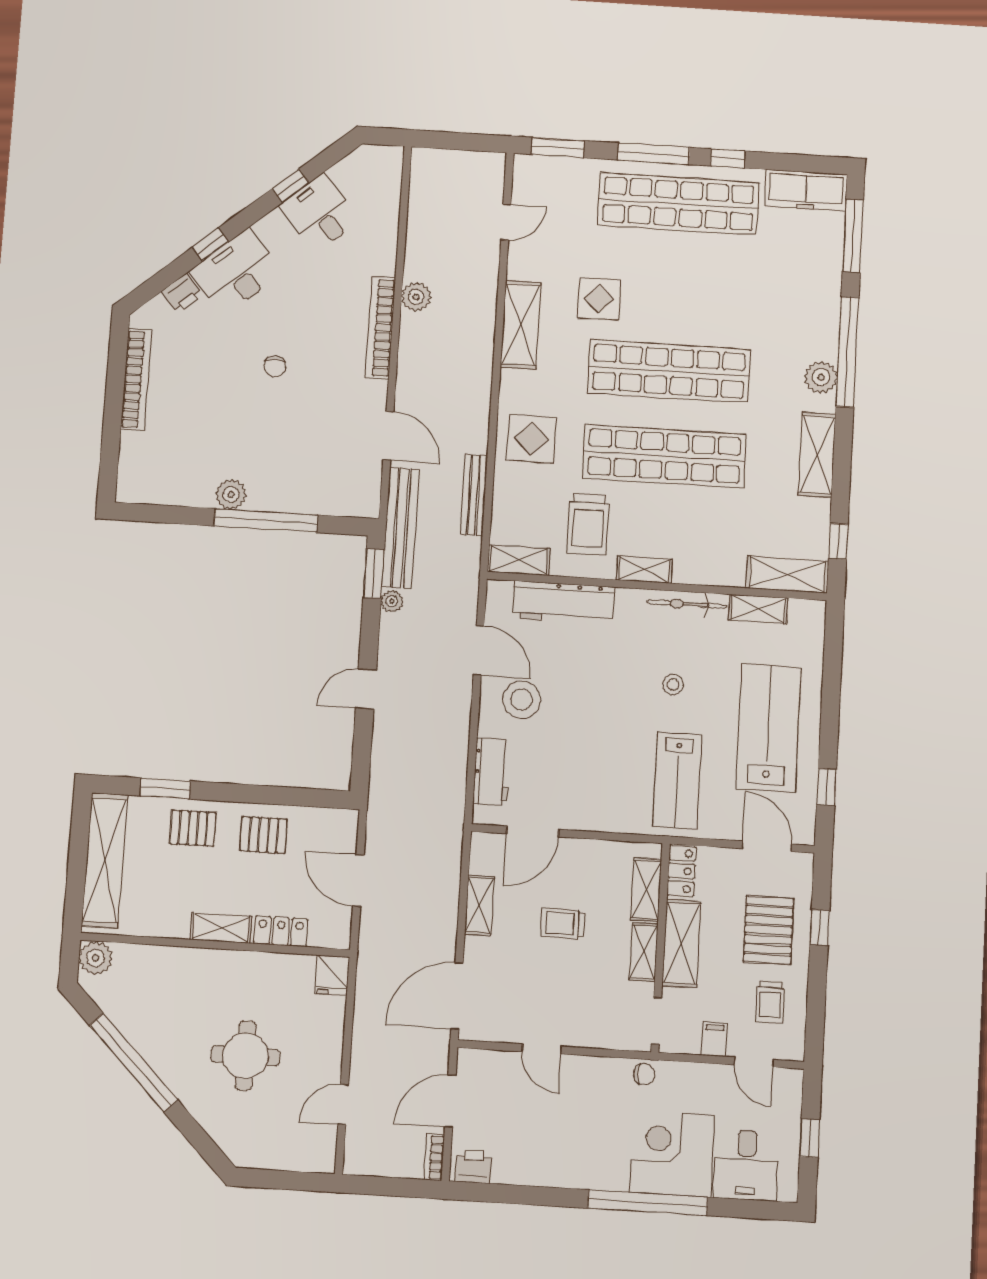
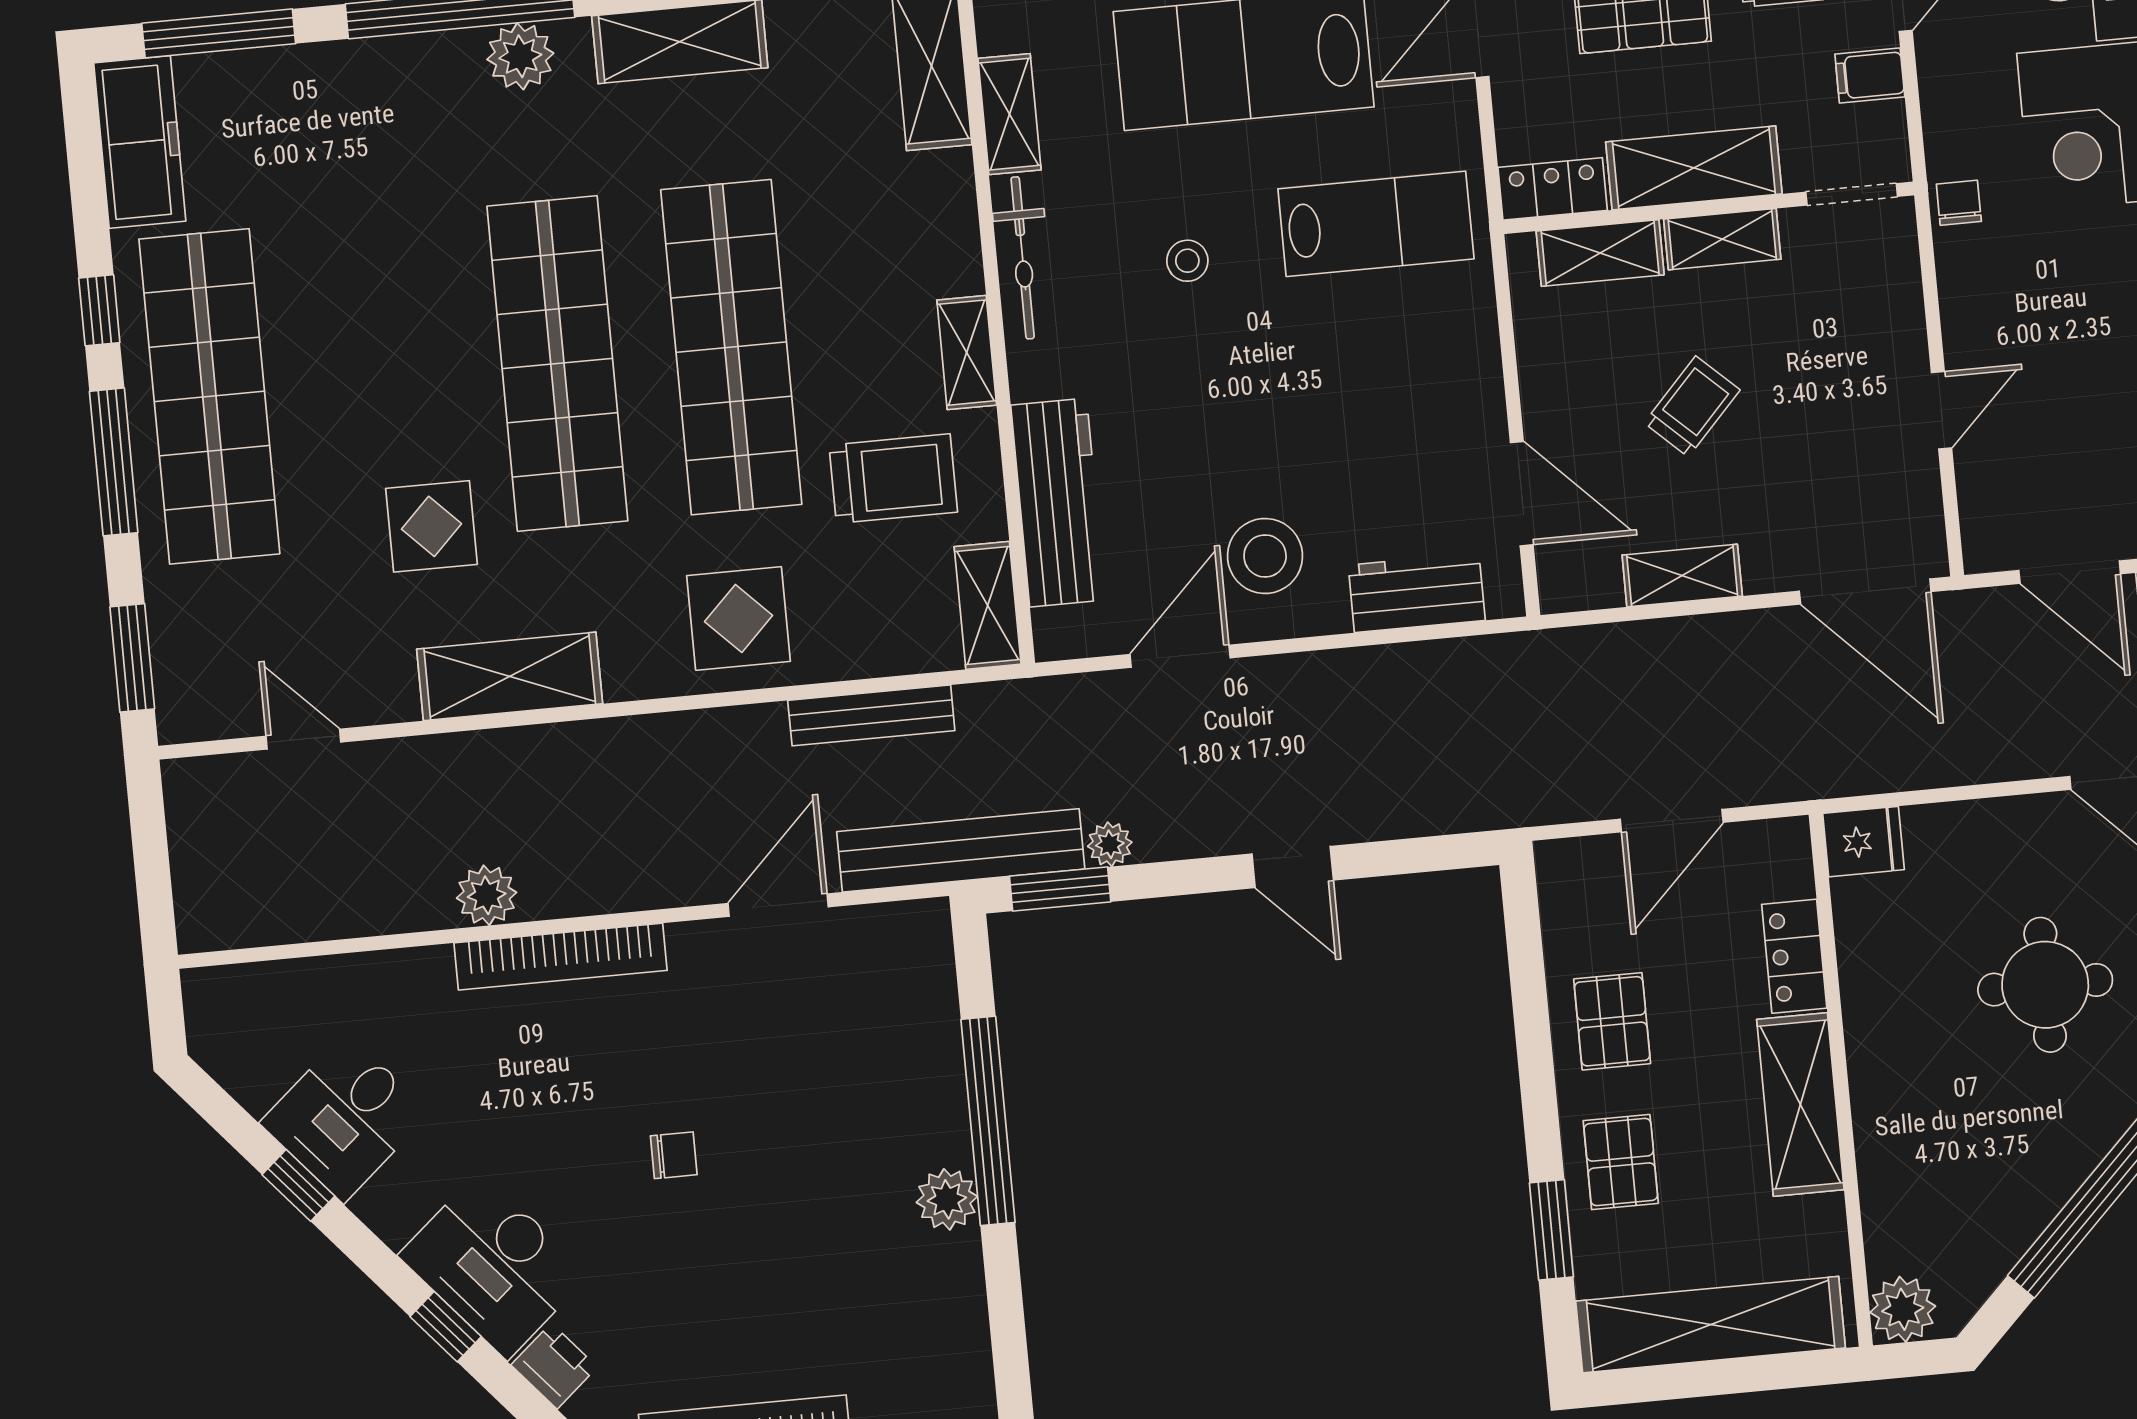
trolley: (563, 924) -> (1692, 406), turned -137
shelving: (221, 928) -> (1800, 1104), width x1.50, depth x1.33

